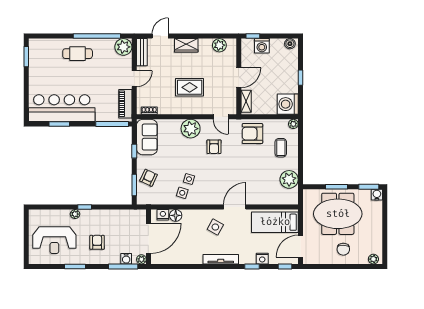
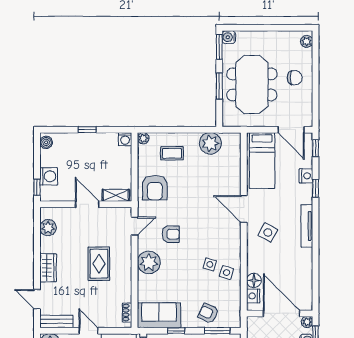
washing machine: (288, 104) -> (125, 139), width x0.53, depth x0.53

